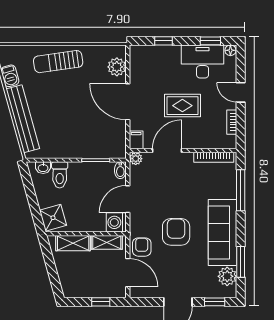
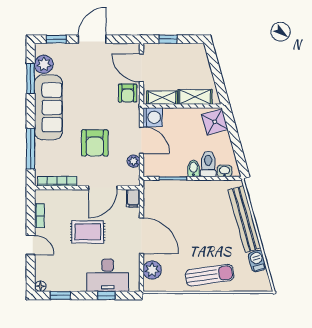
desk: (203, 61) -> (108, 275), moved
plant: (136, 159) -> (134, 161), moved
bidet: (120, 170) -> (193, 168), moved
door: (128, 199) -> (141, 140), hinge flipped
armchair: (176, 232) -> (95, 143), moved

